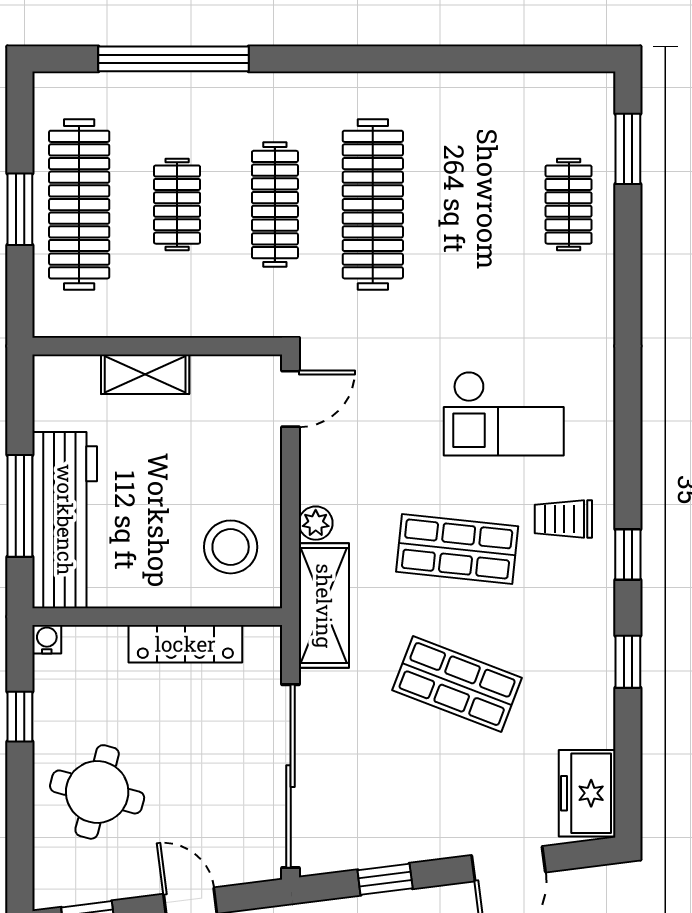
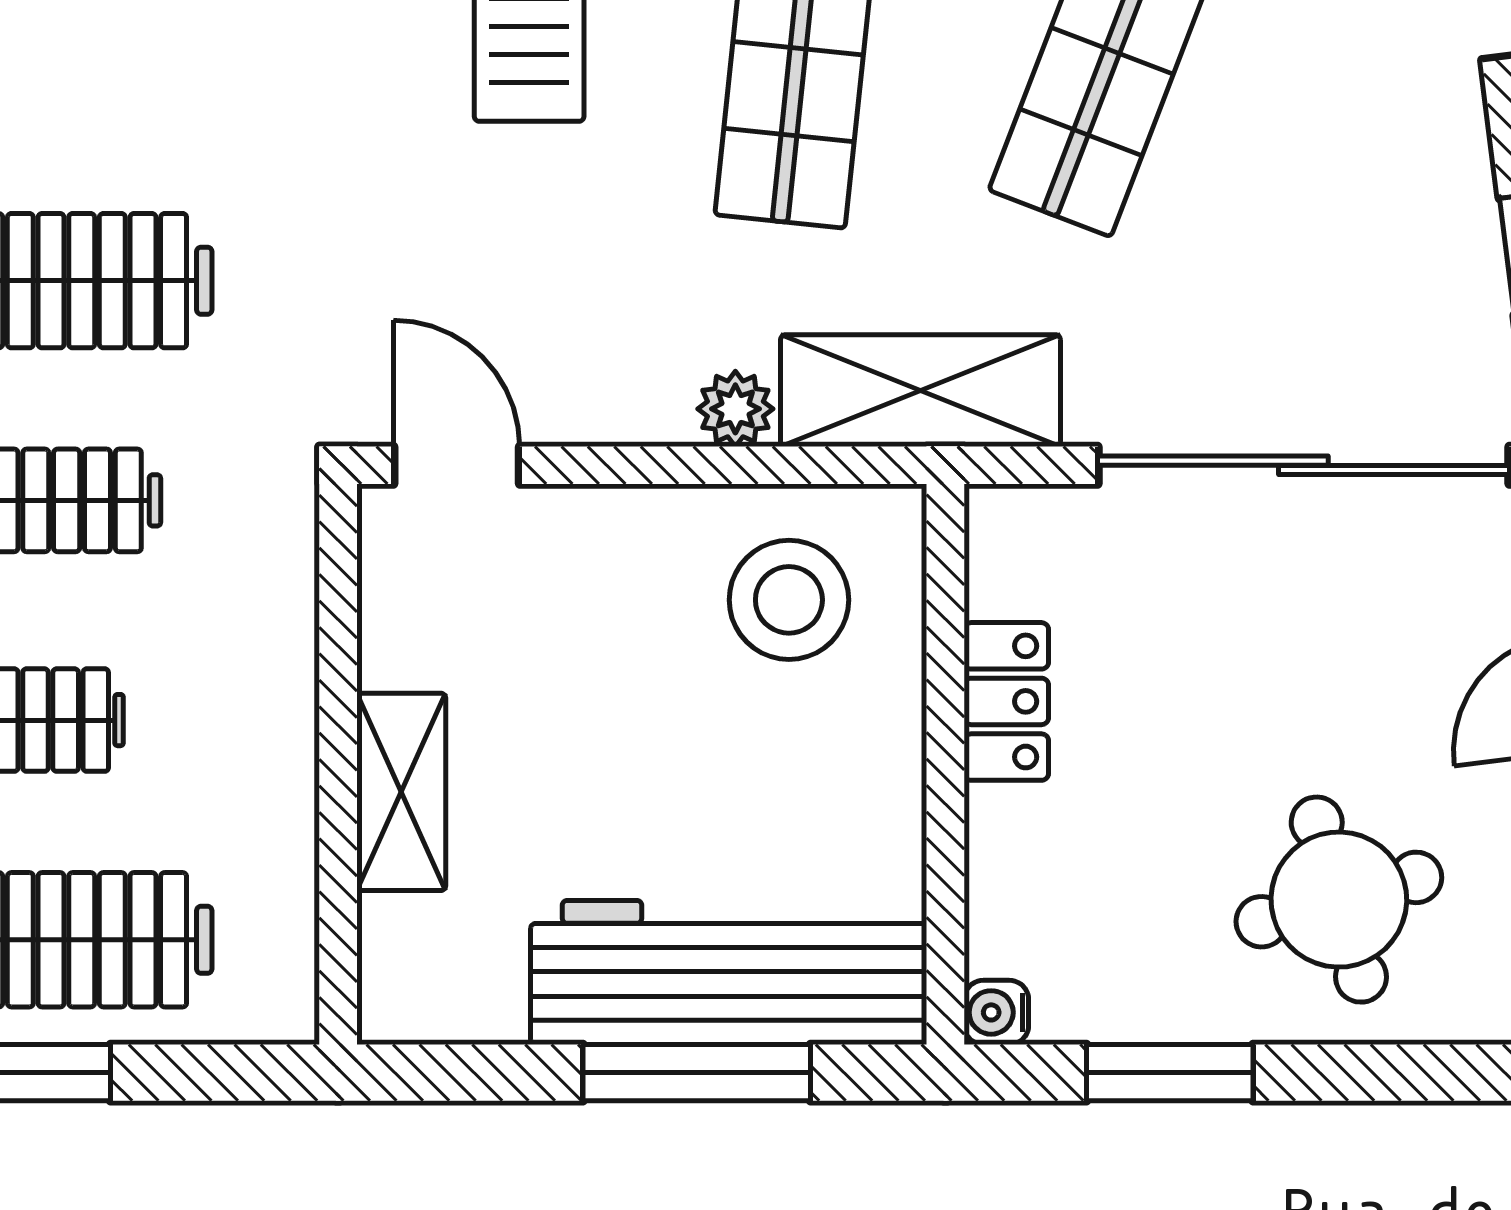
locker: (185, 644) -> (1006, 701), width x0.66
window: (20, 717) -> (1170, 1073), width x1.50
round table: (97, 792) -> (1339, 900), turned -31

